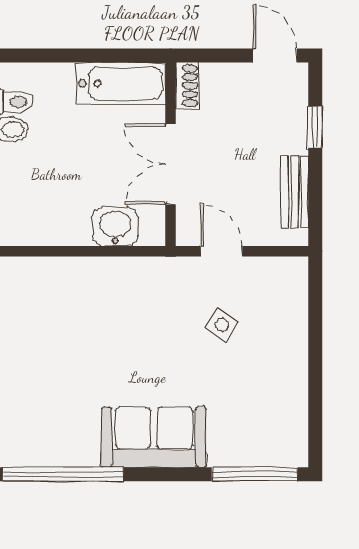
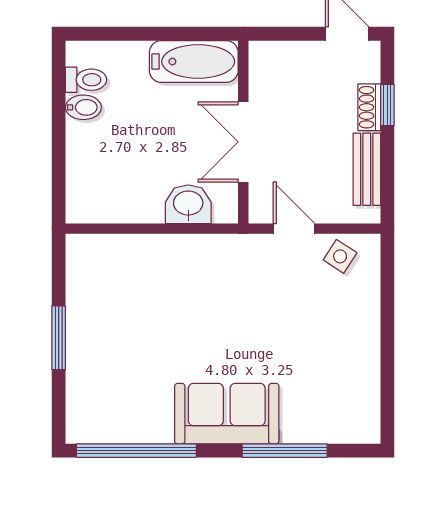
shoe rack: (187, 86) -> (369, 107), moved, turned 180
side table: (222, 325) -> (340, 256), moved
window: (255, 474) -> (285, 451), moved

